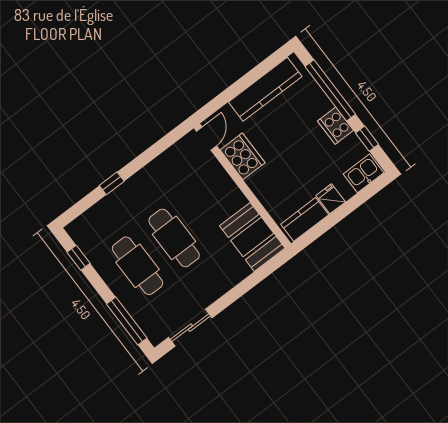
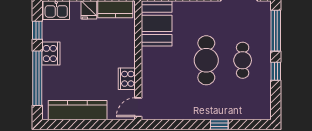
cooker: (243, 156) -> (127, 79), width x0.73, depth x0.76
window: (79, 258) -> (276, 71), moved
cafe table: (137, 266) -> (243, 60), width x0.73, depth x0.74

